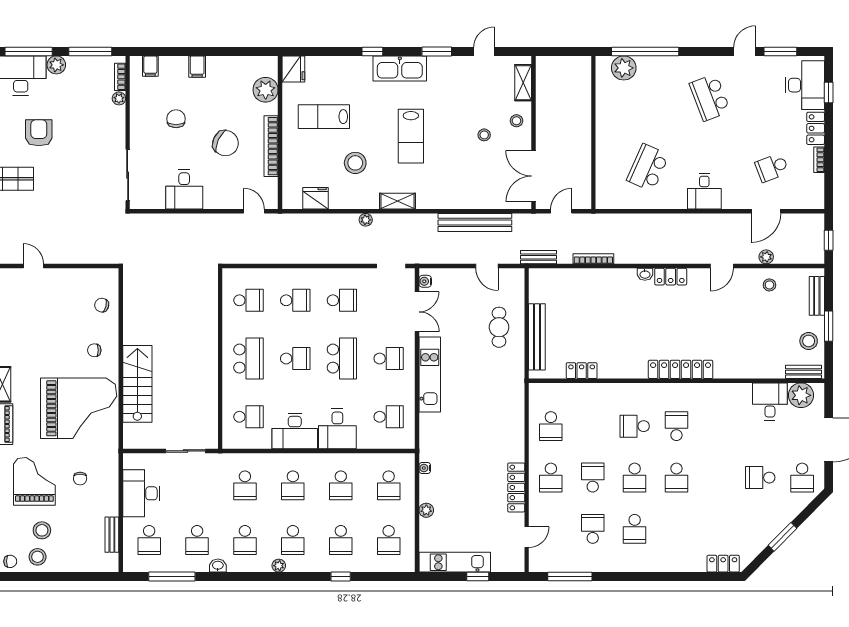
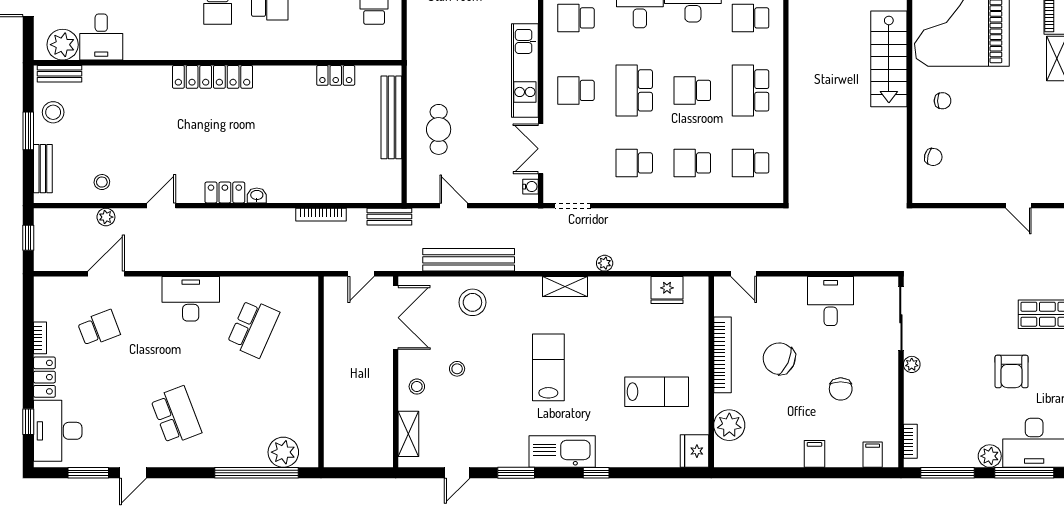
plant: (119, 98) -> (912, 364), moved
stool: (355, 163) -> (472, 302), moved
desk: (704, 191) -> (191, 299), width x1.37

